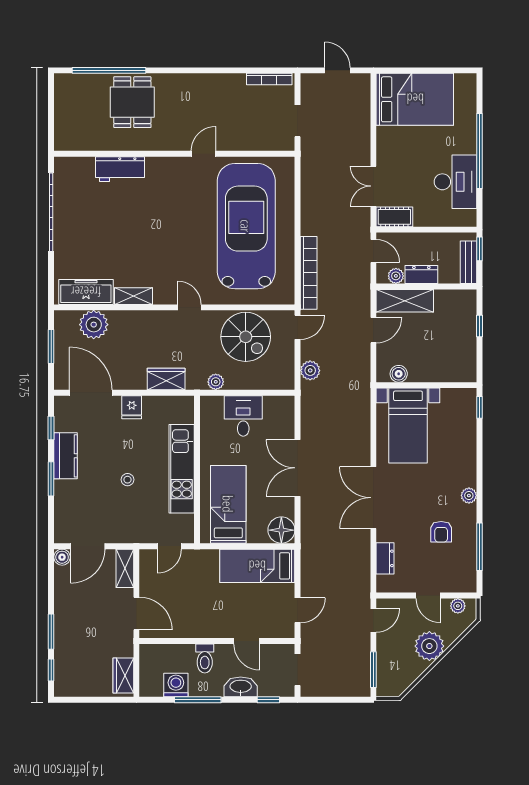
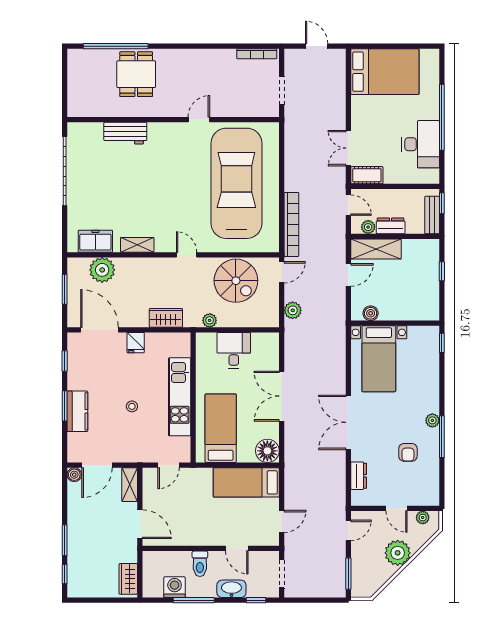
freezer: (86, 292) -> (95, 241), width x0.71
kitchen counter: (66, 456) -> (77, 411), moved
window: (480, 547) -> (442, 437), moved

